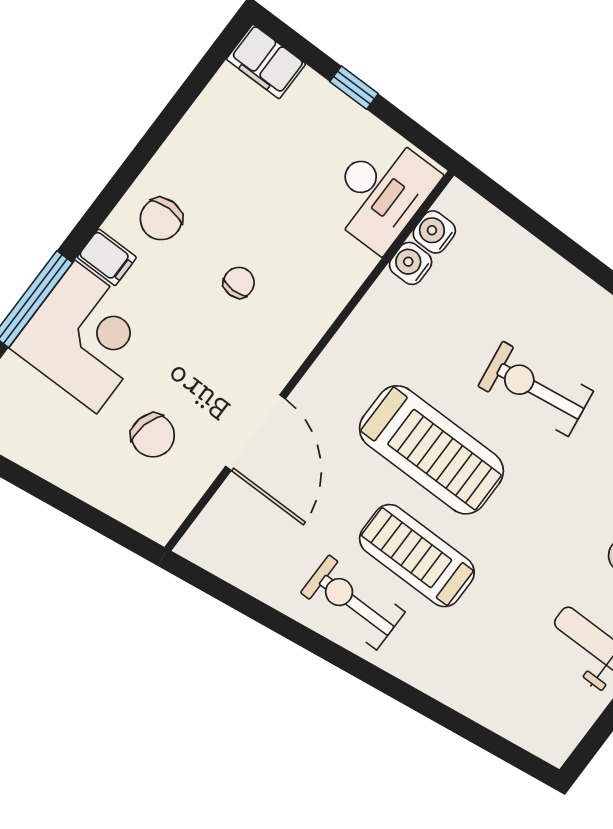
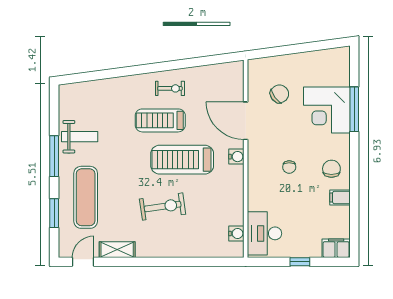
filing cabinet: (107, 257) -> (340, 197), moved
water cooler: (411, 263) -> (236, 157), moved
chair: (153, 435) -> (279, 94), turned 130
treadmill: (417, 556) -> (160, 120), turned 180
exercise bike: (353, 602) -> (170, 88), width x0.73, depth x0.72

